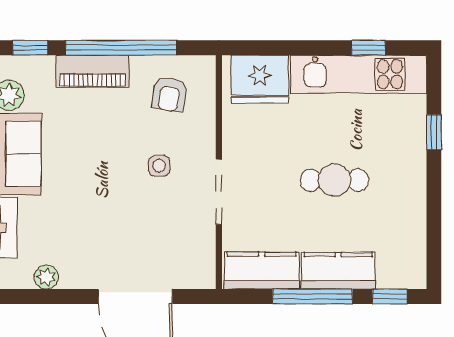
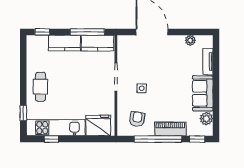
window: (434, 132) -> (23, 113), moved
cafe table: (334, 180) -> (40, 87), moved, turned 90
window: (312, 296) -> (87, 32), moved

